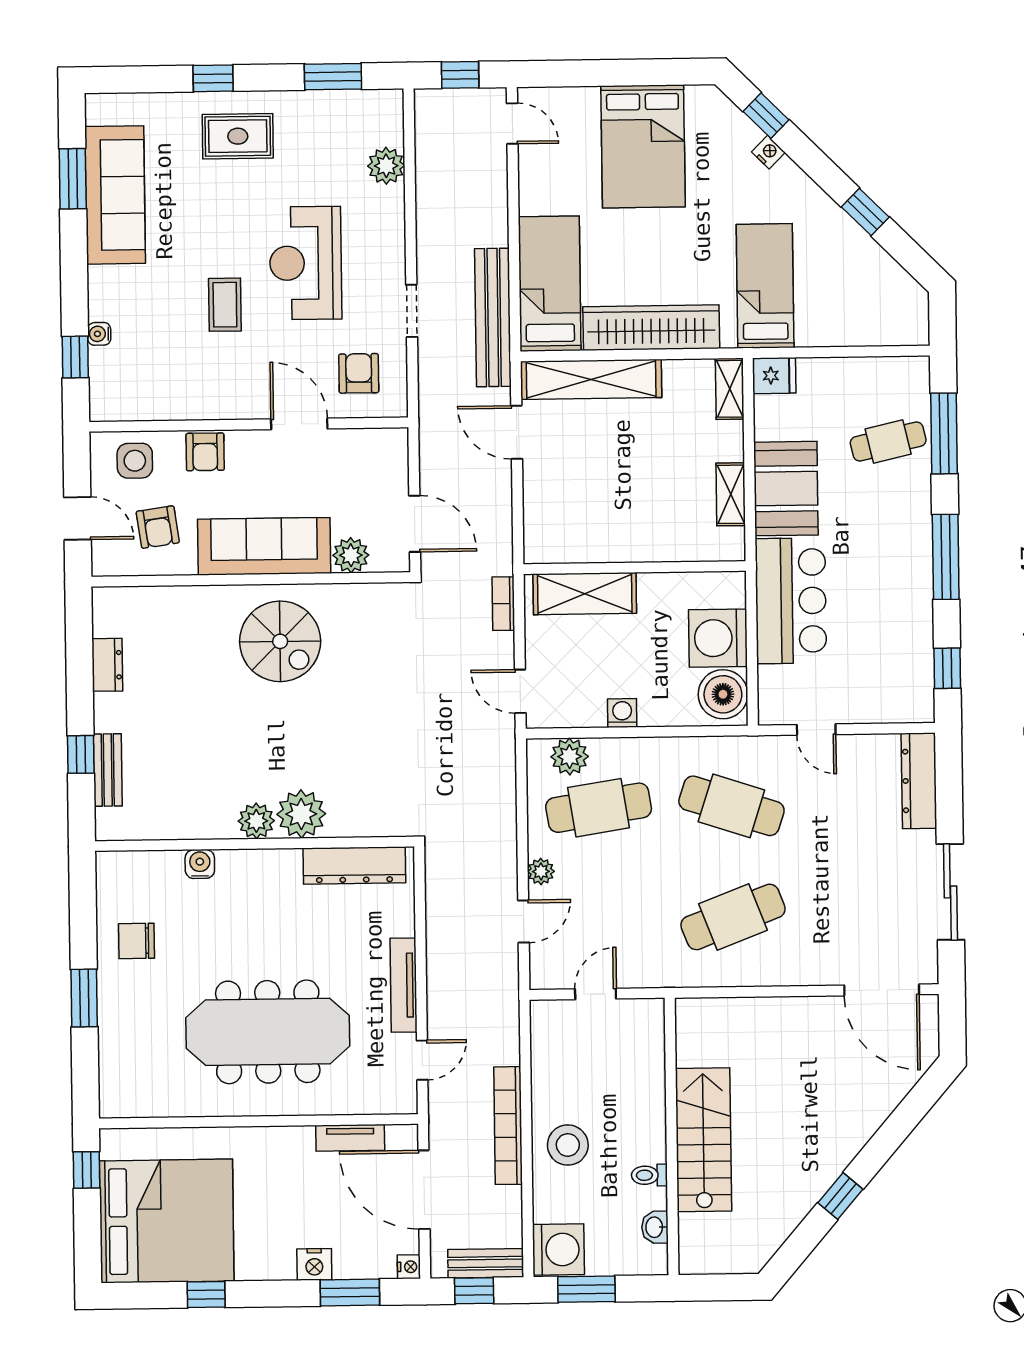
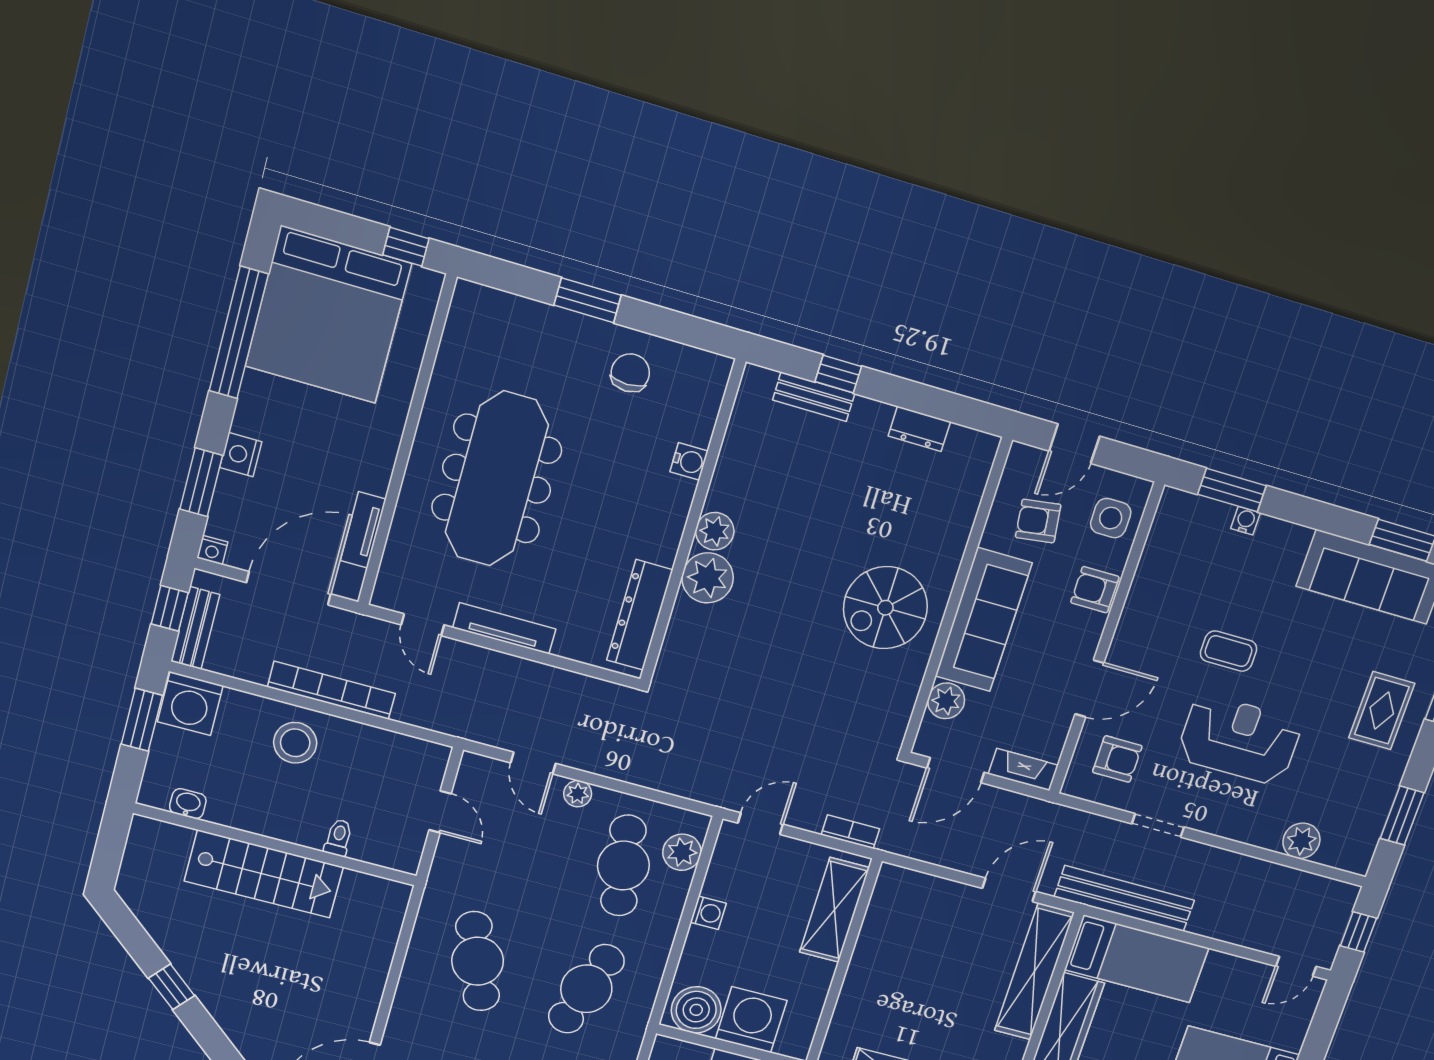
window: (75, 357) -> (1232, 490), width x1.50
fireplace: (395, 460) -> (1023, 770), added
toilet: (649, 1175) -> (338, 838), moved
window: (206, 1295) -> (239, 333), width x3.17

